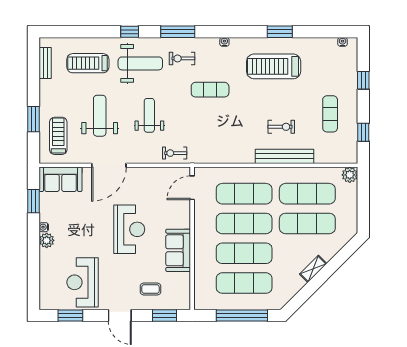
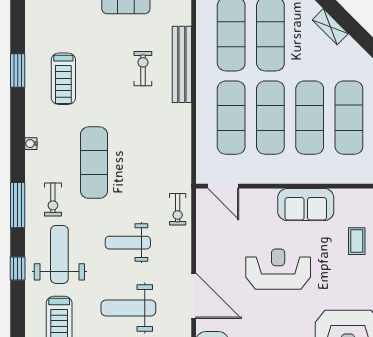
treadmill: (274, 66) -> (63, 79), width x0.73, depth x0.73
exercise mat: (210, 90) -> (94, 163), width x1.36, depth x1.45

